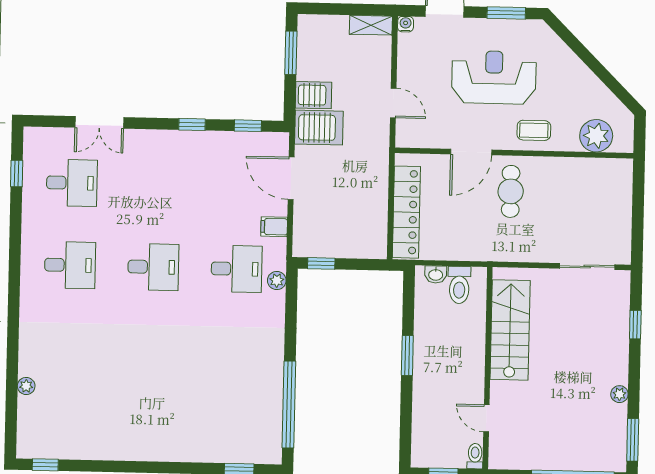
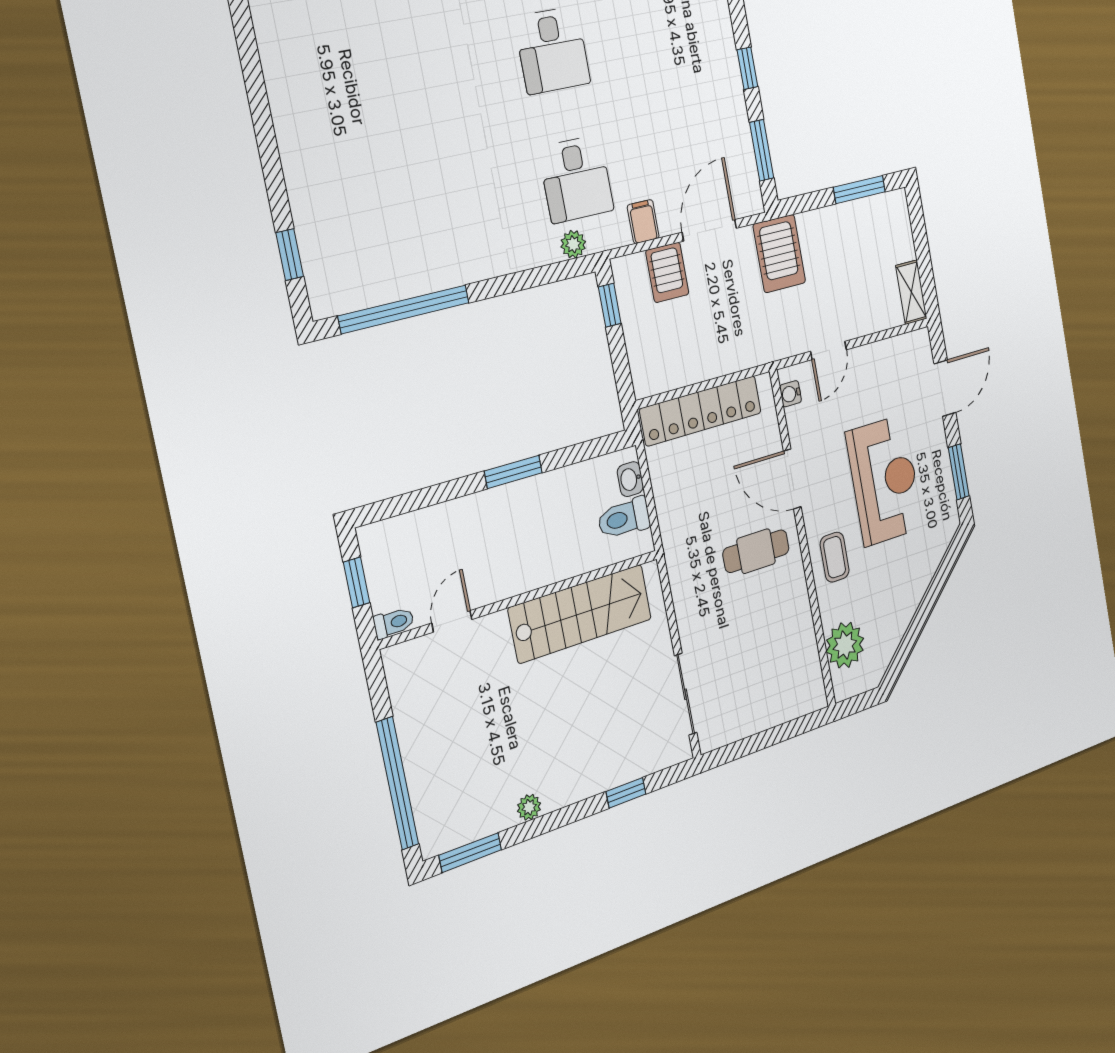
water cooler: (406, 24) -> (791, 394), moved, turned 180
server rack: (314, 95) -> (667, 272), moved
window: (248, 126) -> (762, 150), width x1.50

